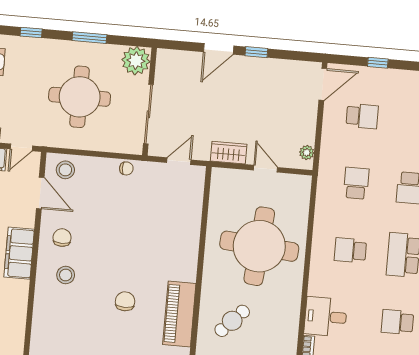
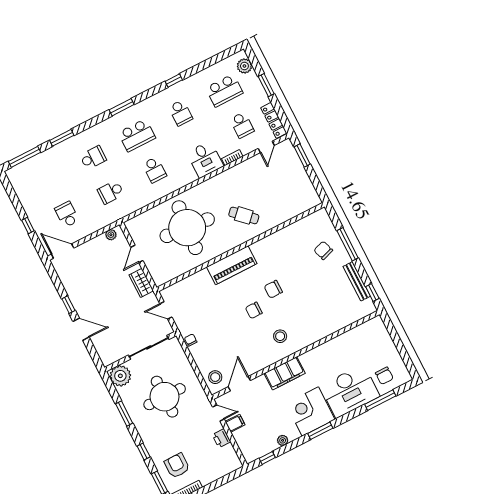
chair: (62, 238) -> (254, 310), moved
piano: (179, 314) -> (232, 265), moved

